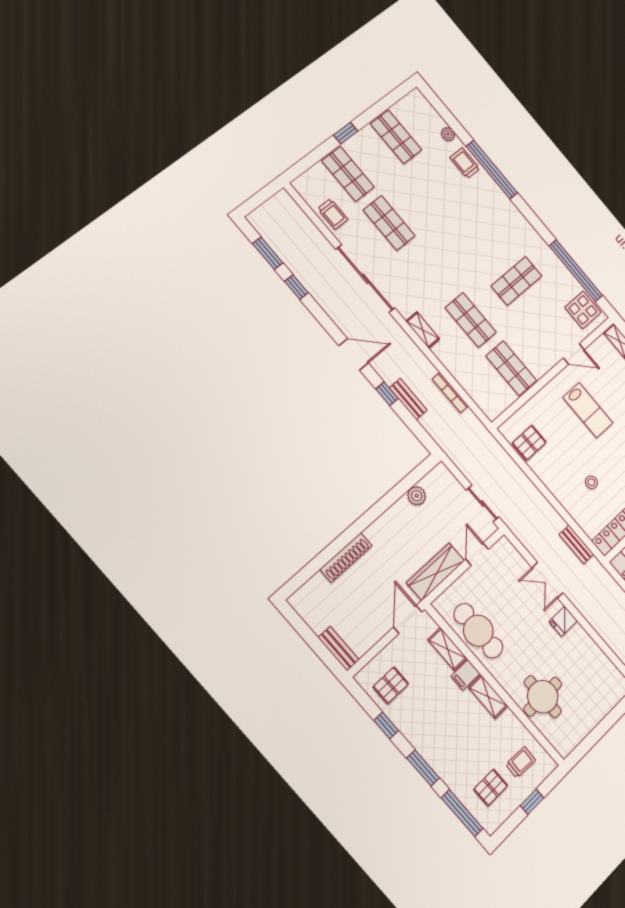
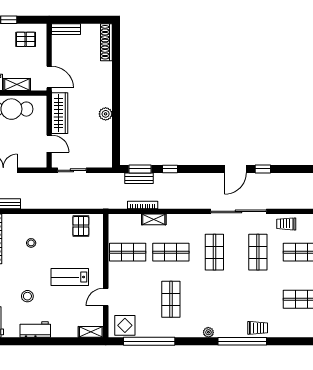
plant: (448, 134) -> (208, 332), moved
shop shelf: (389, 223) -> (258, 252), turned 90
window: (268, 253) -> (140, 169), moved
shop shelf: (430, 272) -> (214, 252), added
shelving: (423, 330) -> (154, 219), moved
door: (353, 354) -> (235, 169), moved
bench: (408, 399) -> (139, 178), moved
plant: (417, 496) -> (106, 114), moved
shoe rack: (346, 558) -> (106, 42), moved
pallet: (391, 685) -> (26, 39), turned 90

